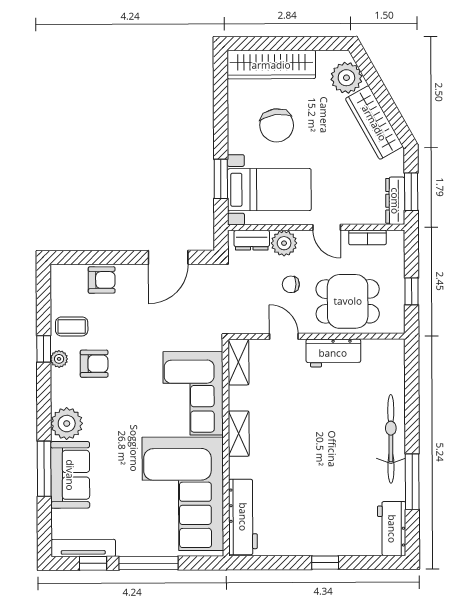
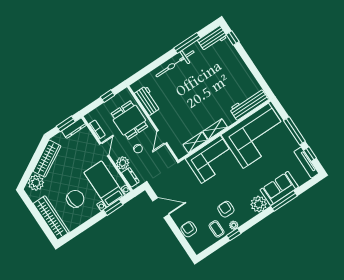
workbench: (333, 353) -> (148, 101), moved
shelving: (238, 362) -> (195, 142), moved
window: (325, 563) -> (233, 38), moved

